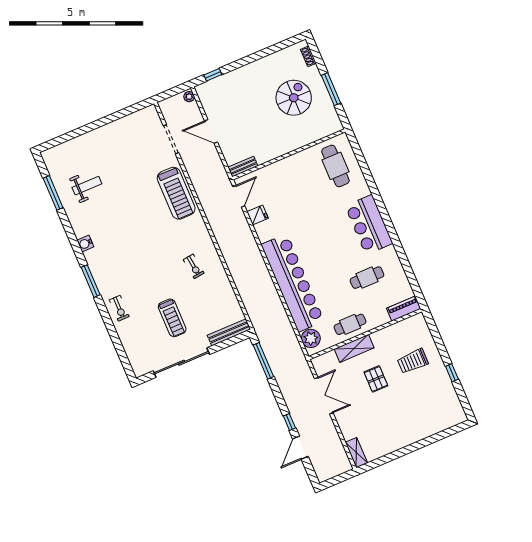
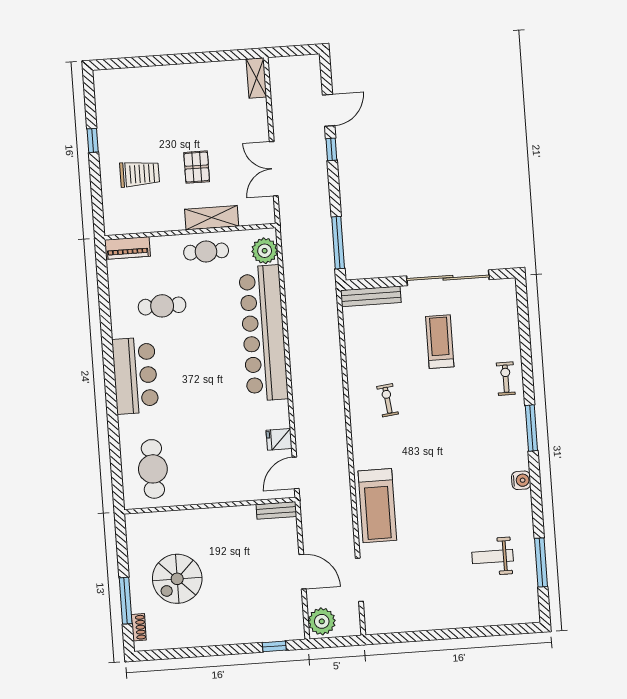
window: (331, 89) -> (126, 601), moved
plant: (189, 97) -> (322, 621), width x1.88, depth x1.88
treadmill: (176, 193) -> (377, 506), turned 180

